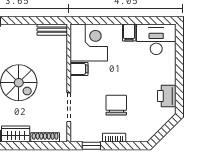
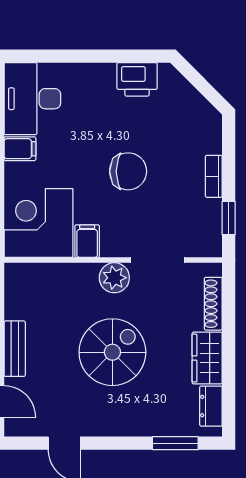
bench: (52, 30) -> (15, 349), moved
plant: (59, 84) -> (114, 278), added
chair: (116, 105) -> (128, 171), moved, turned 180

